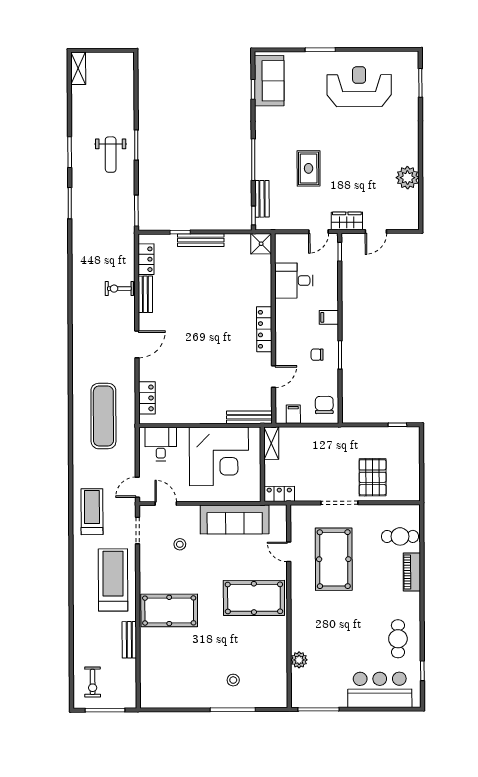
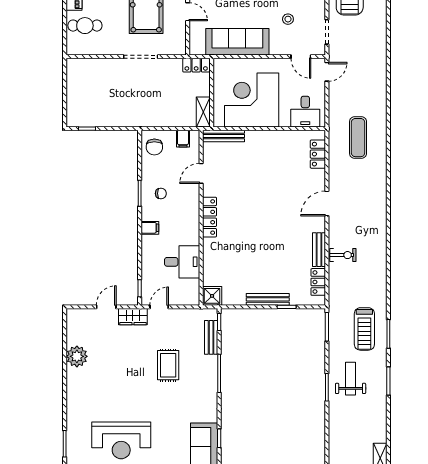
exercise mat: (103, 416) -> (358, 138), width x0.73, depth x0.69
pallet: (373, 477) -> (110, 80), removed
treadmill: (92, 512) -> (364, 329), moved

